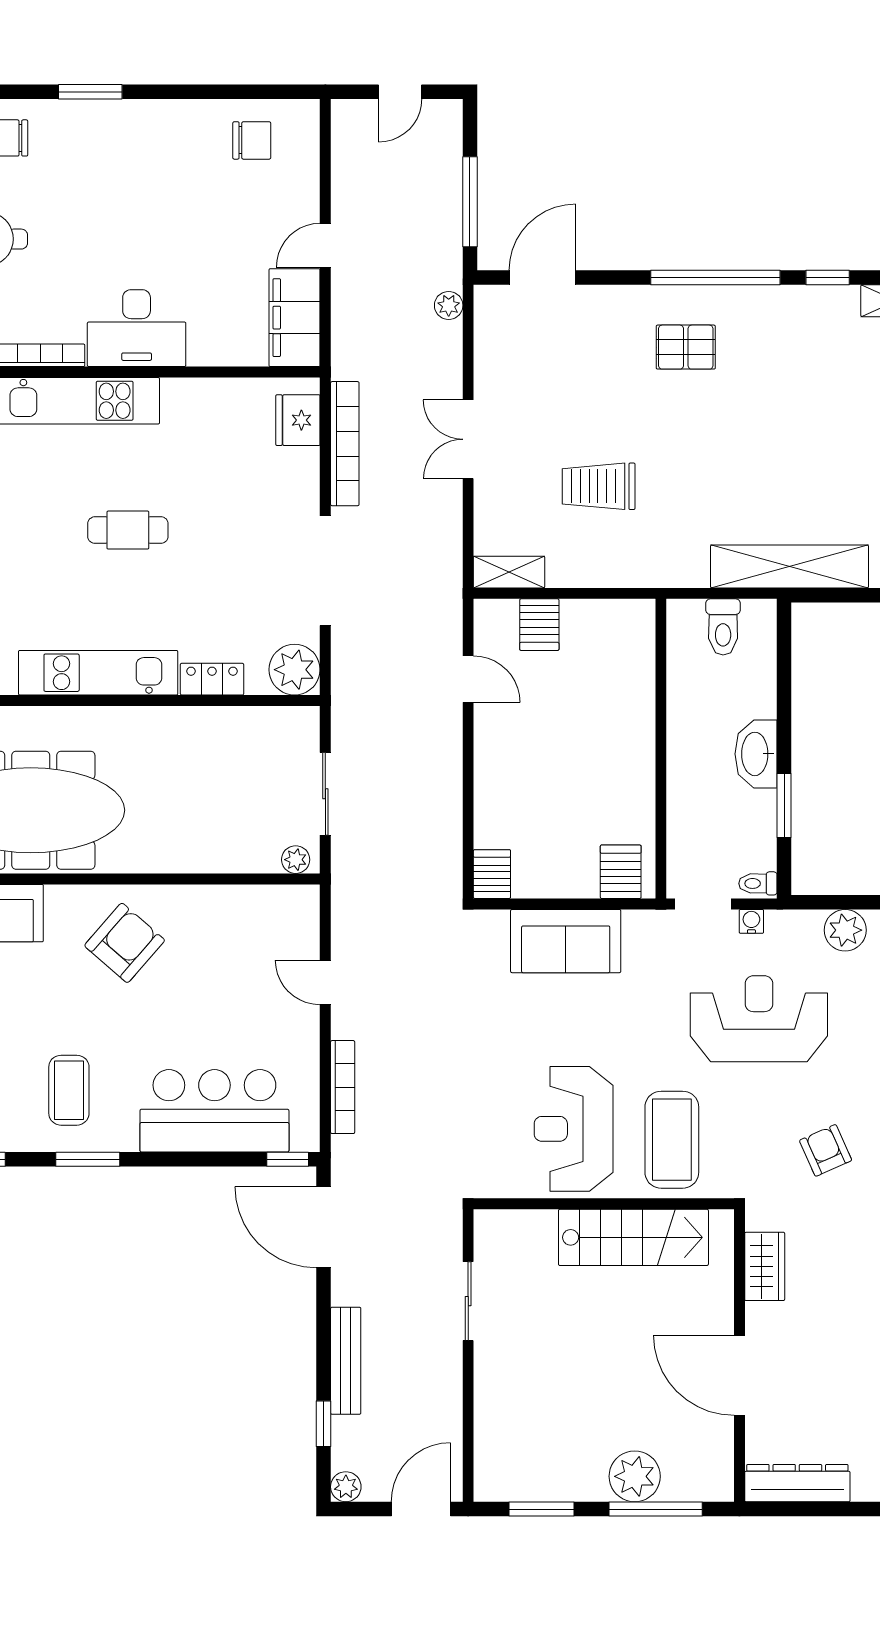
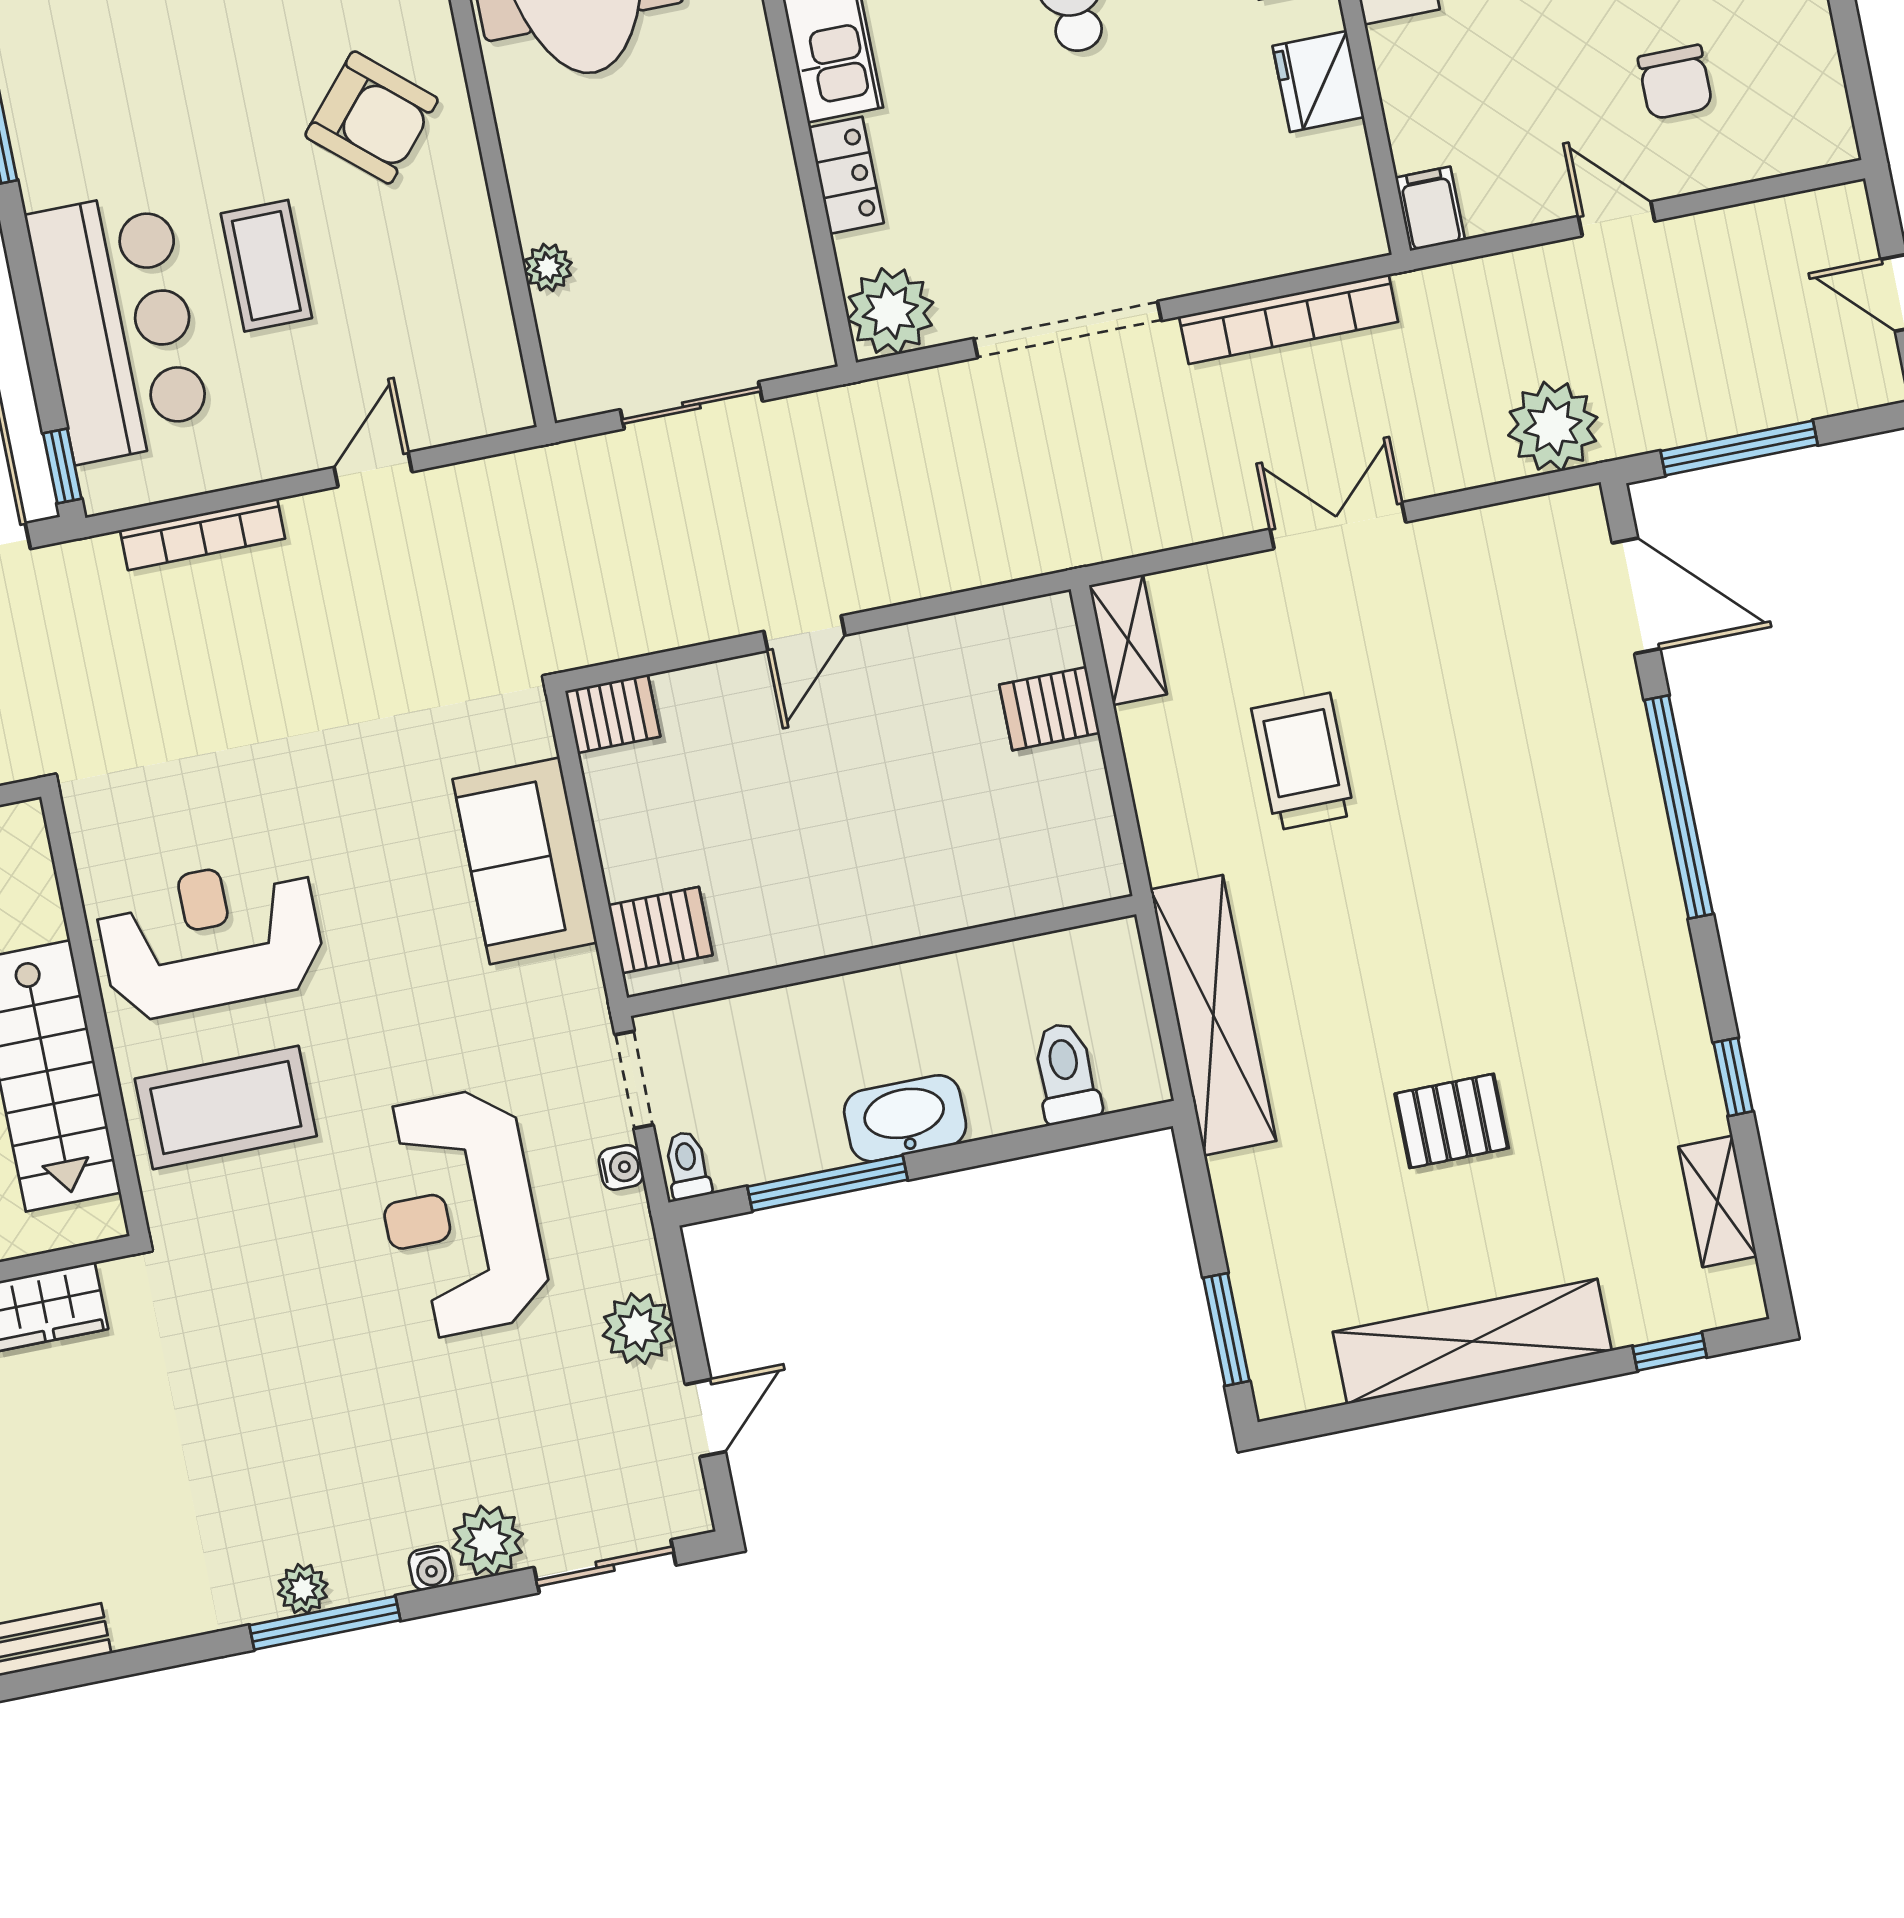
chair: (252, 140) -> (1675, 82), moved
window: (715, 277) -> (1679, 807), moved
plant: (449, 305) -> (1553, 426), width x1.88, depth x1.88
filing cabinet: (295, 318) -> (1430, 209), width x0.33, depth x0.86
pallet: (686, 347) -> (1452, 1121), moved, turned 90
fridge: (298, 420) -> (1318, 81), moved, turned -90
shelving: (790, 566) -> (1213, 1015), moved
toilet: (723, 627) -> (1066, 1073), moved, turned 90
door: (468, 679) -> (804, 633), moved
window: (784, 806) -> (828, 1183), width x1.44
plant: (296, 860) -> (548, 267), moved
reception desk: (759, 1019) -> (459, 1213), turned 180
coffee table: (69, 1090) -> (266, 266), moved, turned 90
armchair: (826, 1150) -> (260, 1370), removed

